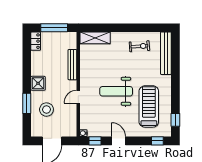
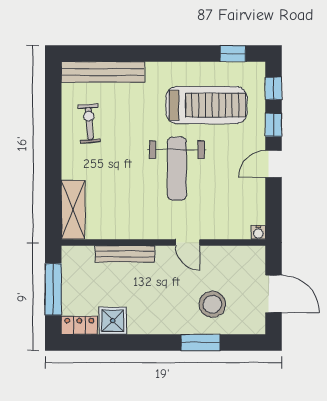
shower: (38, 83) -> (113, 321), moved
treadmill: (149, 106) -> (206, 105), turned 180
window: (95, 141) -> (273, 125), moved

